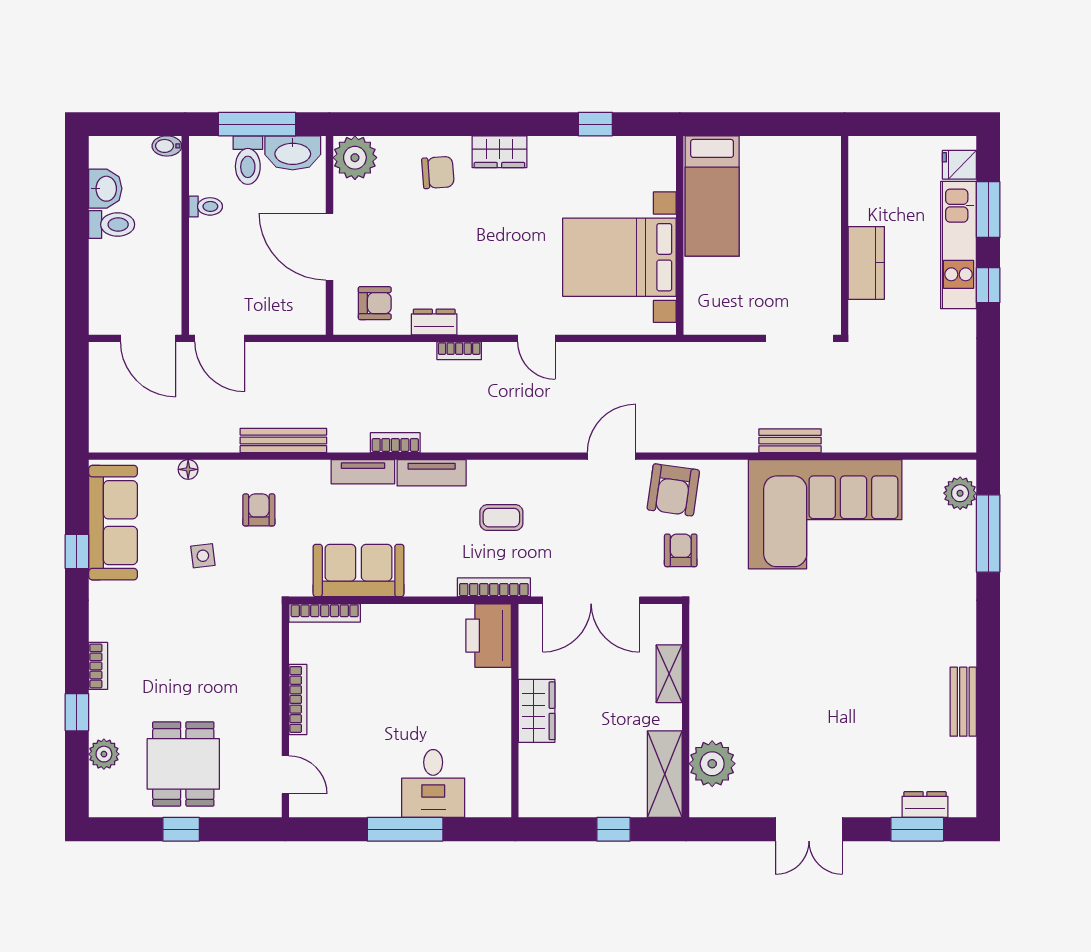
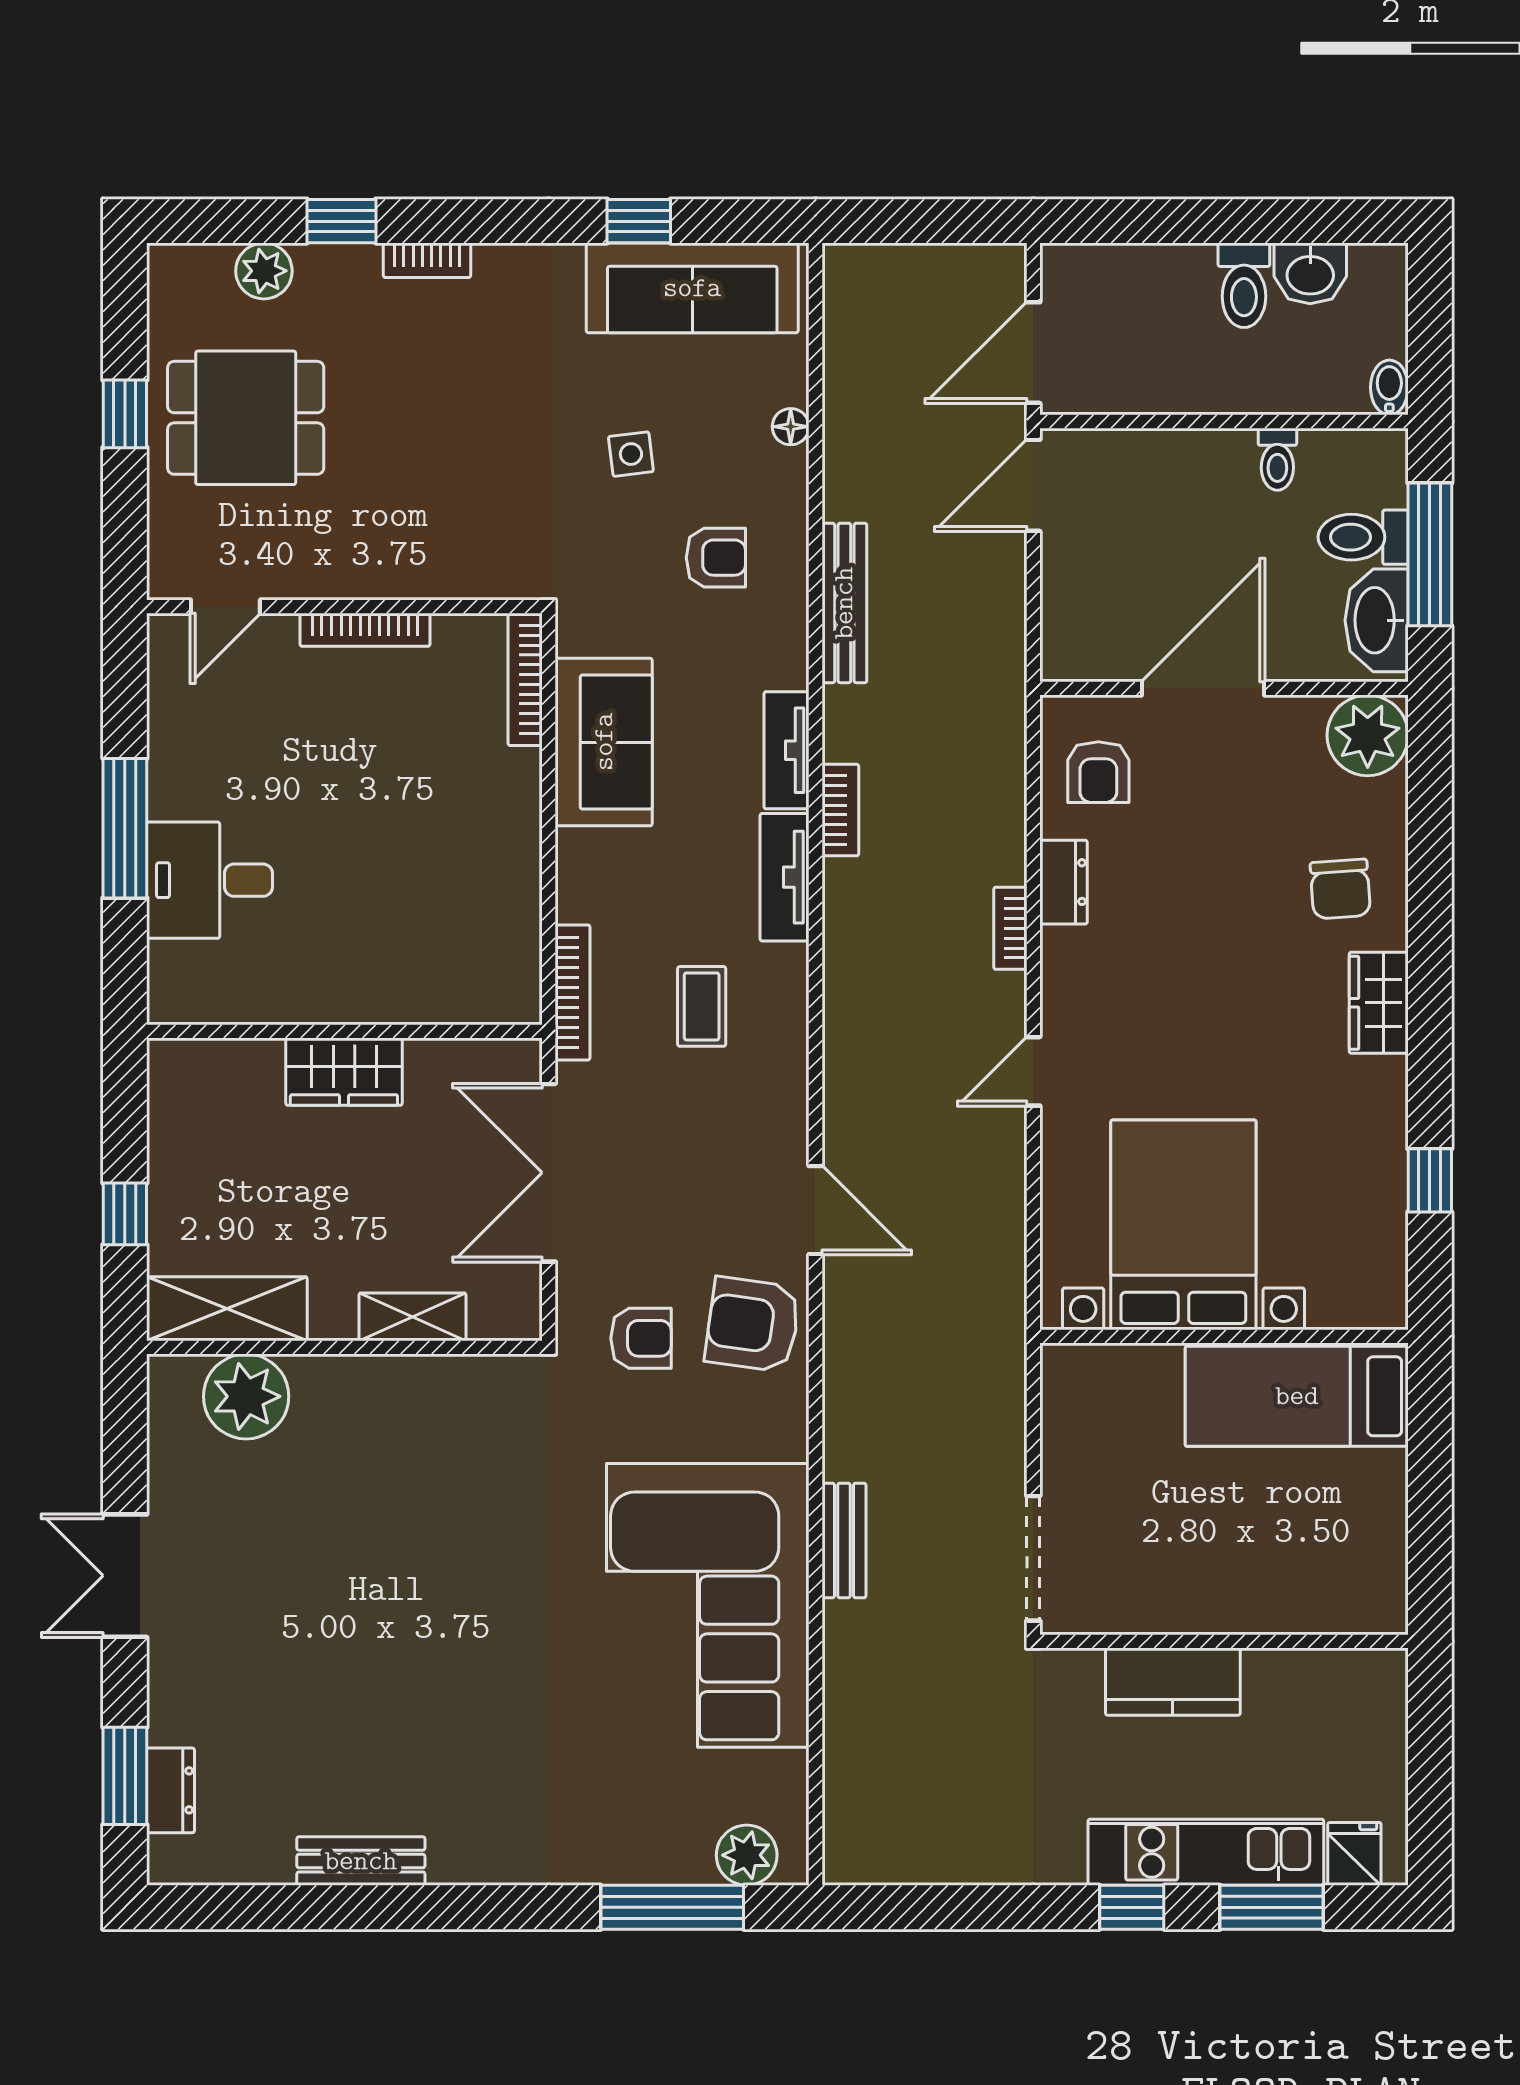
printer: (489, 636) -> (483, 983), removed

